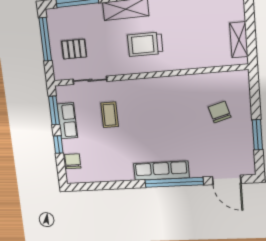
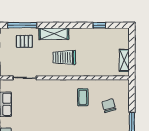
pallet: (74, 49) -> (24, 41), moved
coffee table: (110, 115) -> (83, 97), moved

